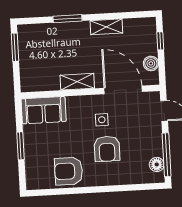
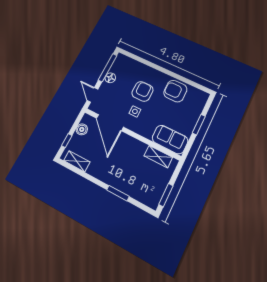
shelving: (106, 27) -> (77, 161), moved
shelving: (77, 82) -> (158, 157), moved
floor lamp: (157, 164) -> (110, 78), moved
armchair: (69, 171) -> (175, 91), turned 180

